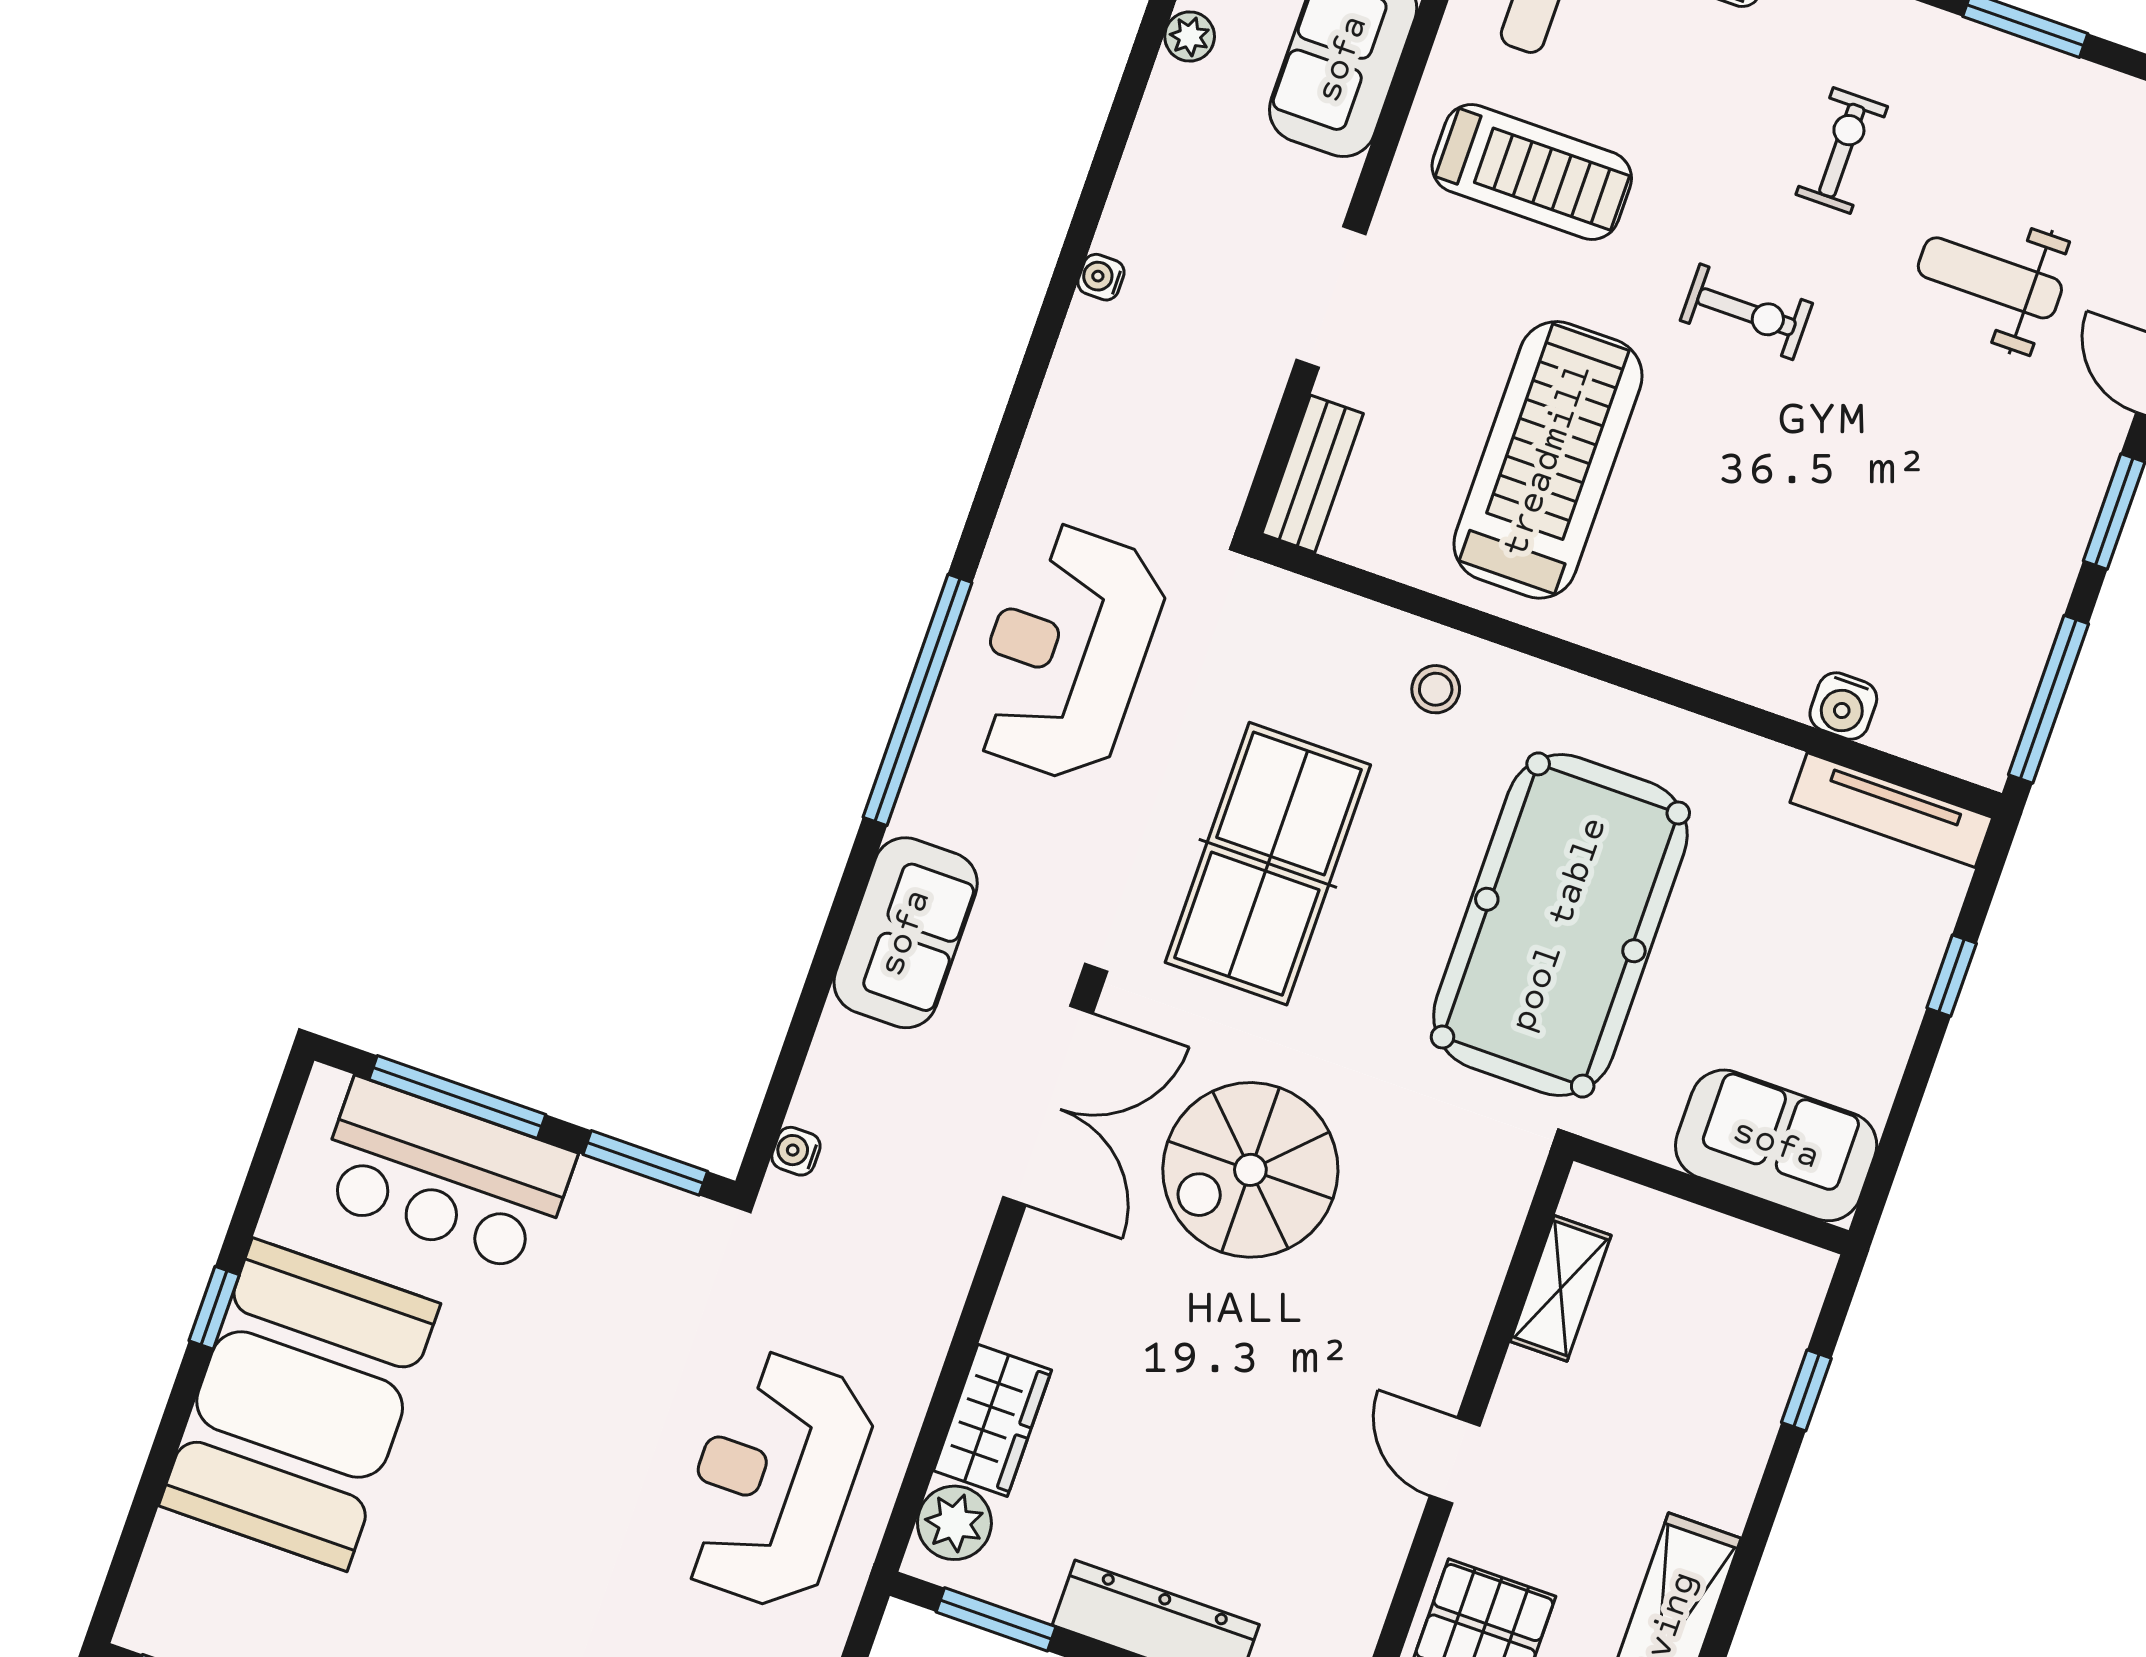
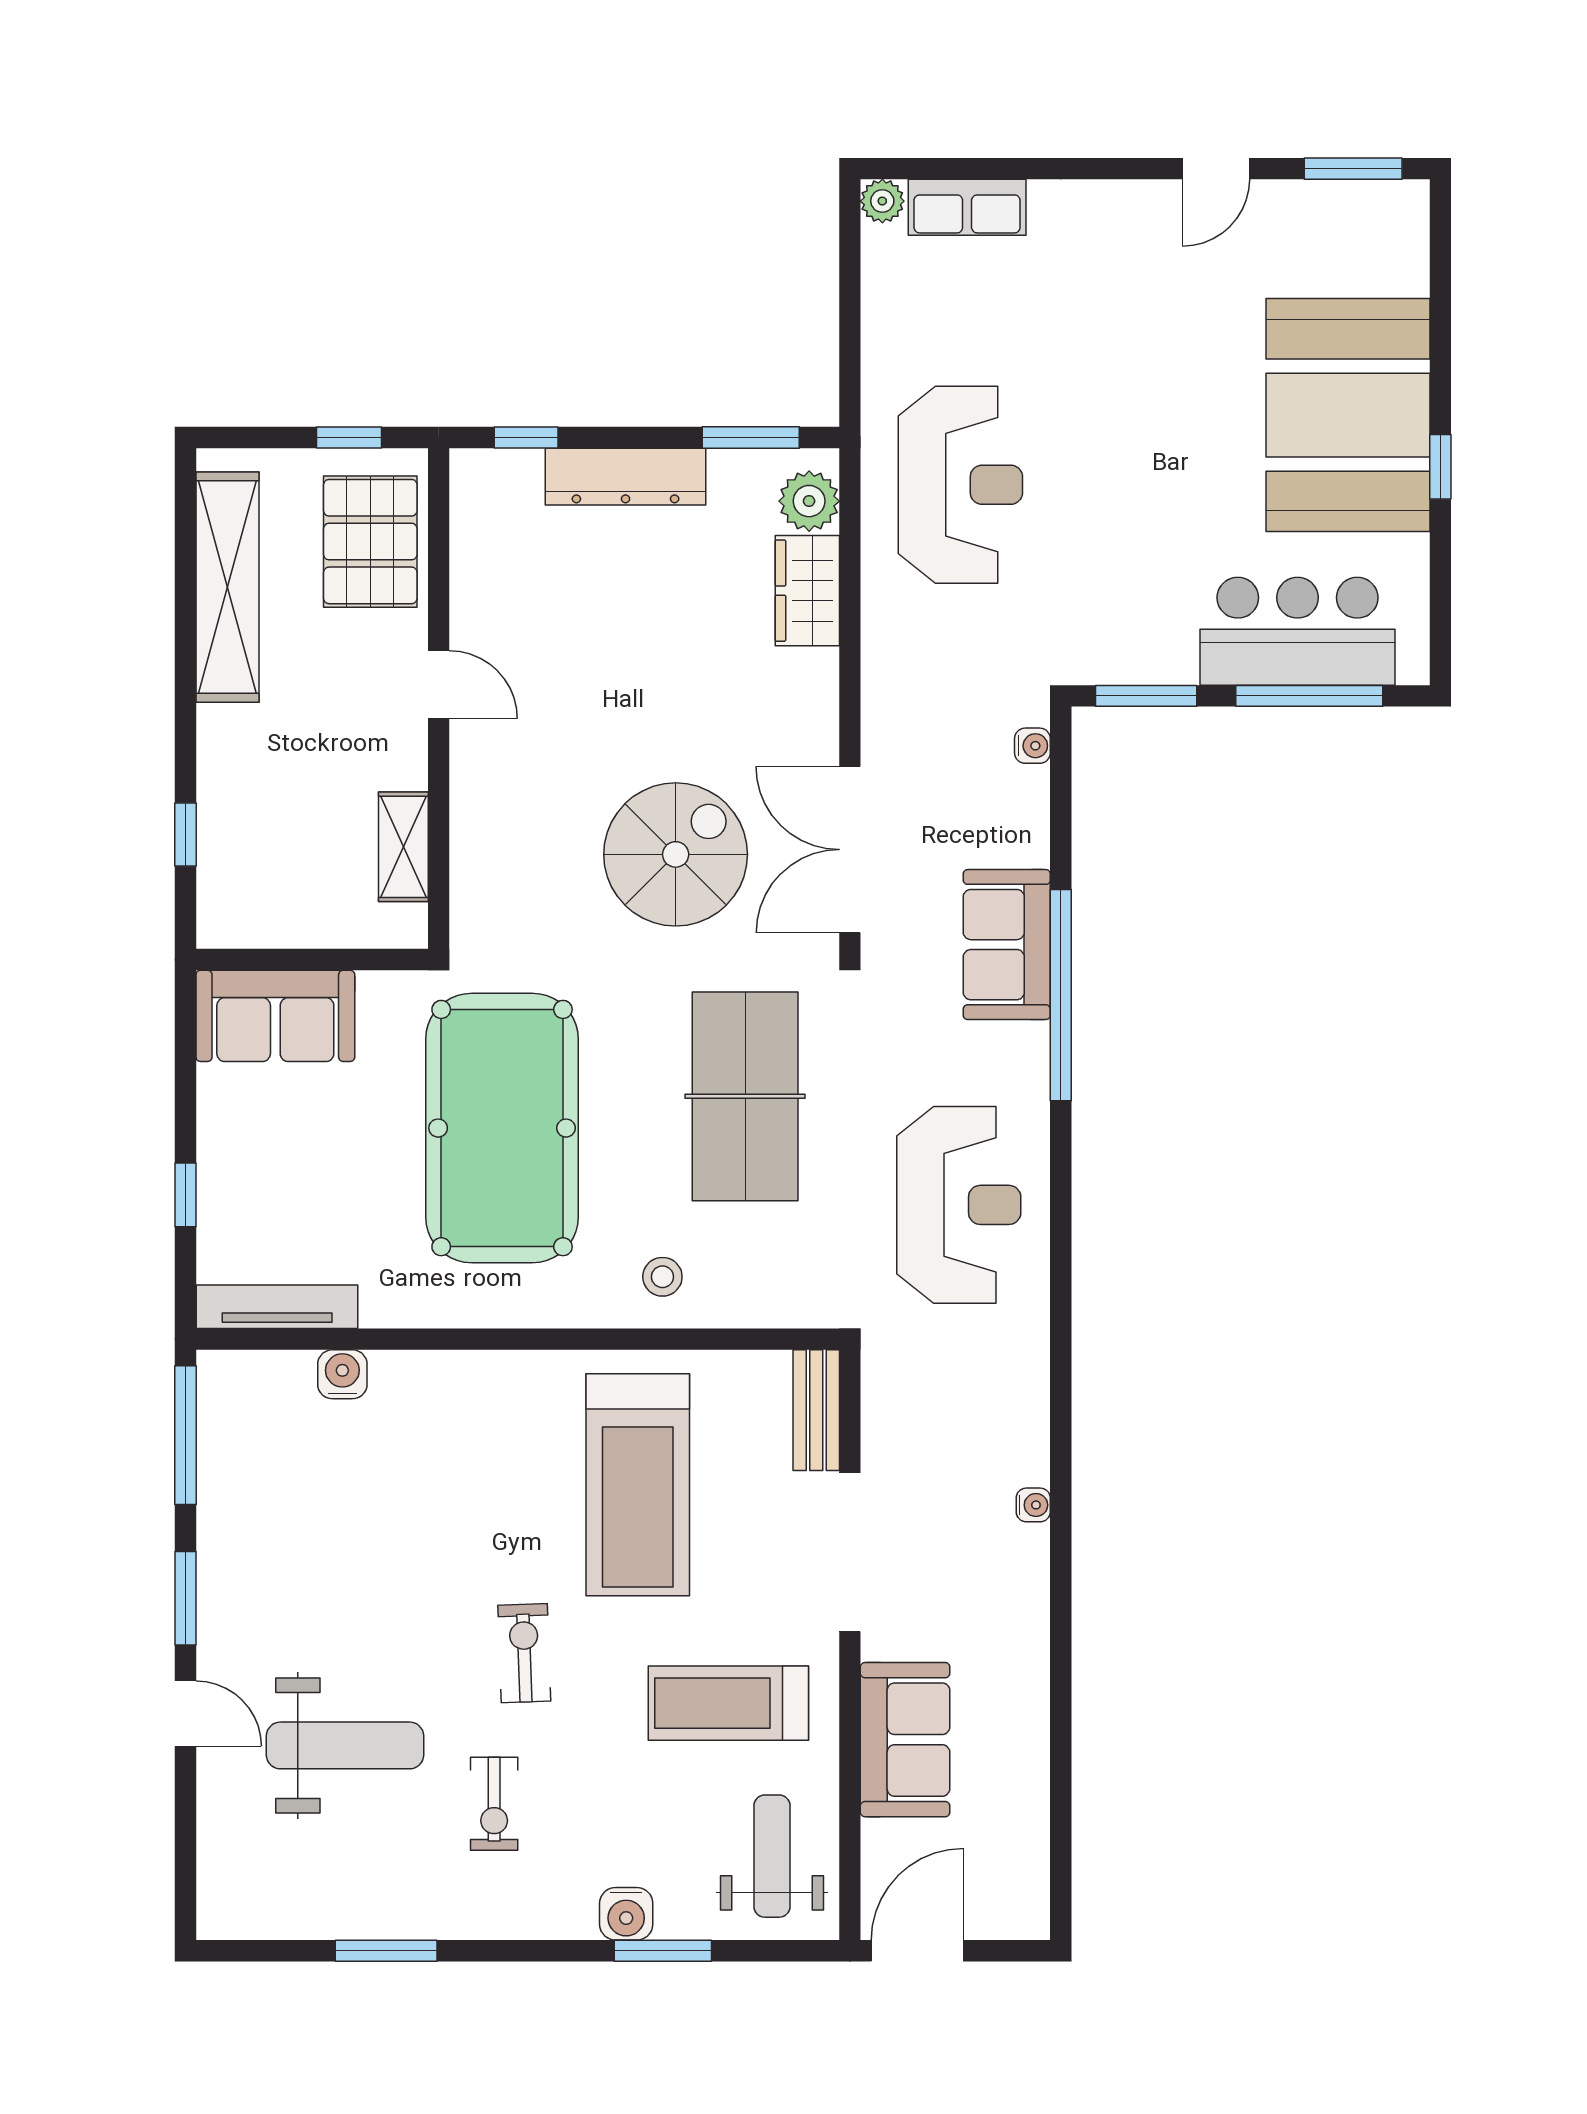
plant: (1190, 36) -> (1030, 1715), removed
weight bench: (1990, 278) -> (345, 1745), width x1.36, depth x1.33
doorway: (1331, 297) -> (850, 1552), width x1.36
exercise bike: (1746, 312) -> (524, 1653), turned 88
window: (917, 700) -> (1061, 995), moved

